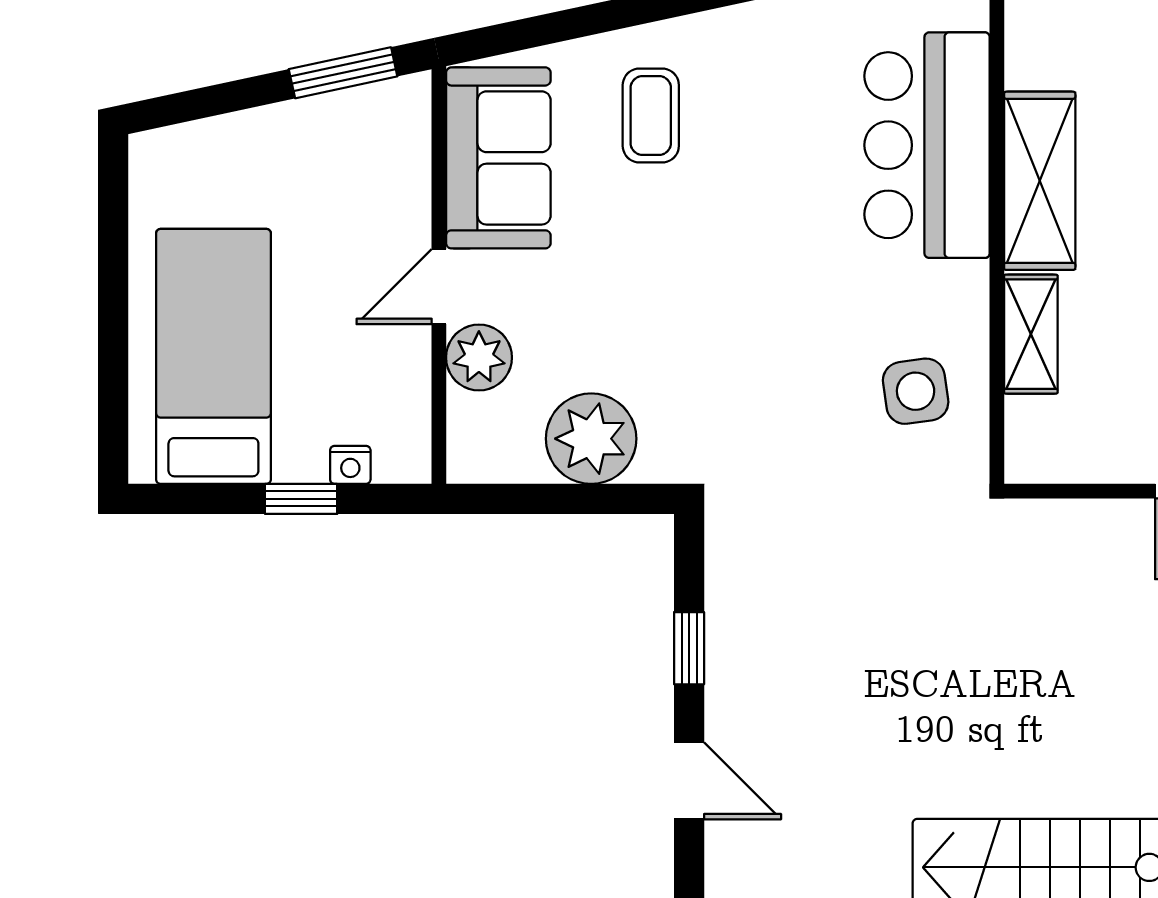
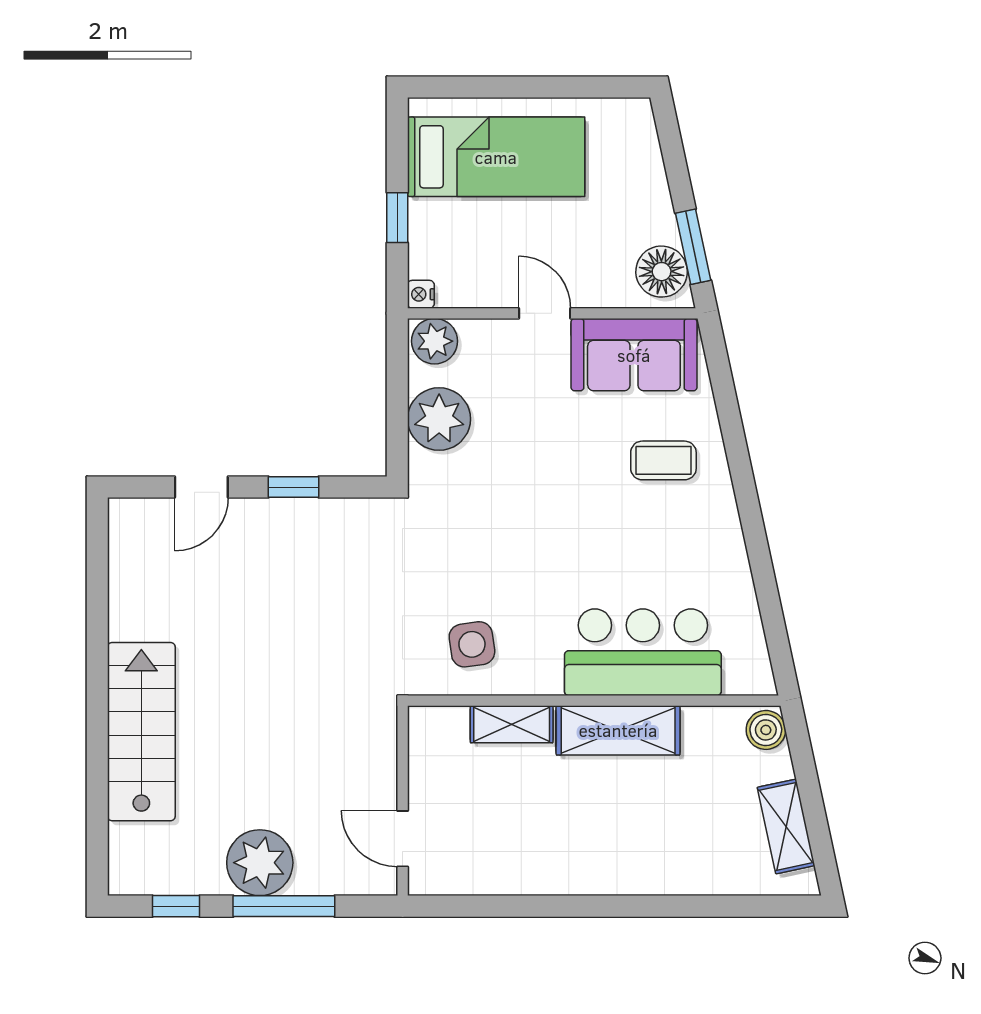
floor lamp: (379, 118) -> (662, 272), added
plant: (479, 357) -> (435, 341), moved
nightstand: (350, 465) -> (421, 294), moved

